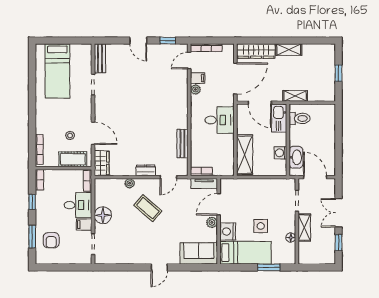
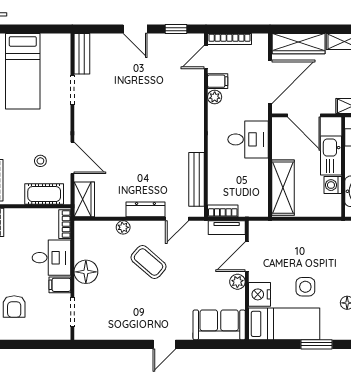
kitchen sink: (279, 118) -> (331, 155), moved
bench: (182, 144) -> (197, 179), width x1.36
dresser: (146, 170) -> (145, 209), width x1.44

